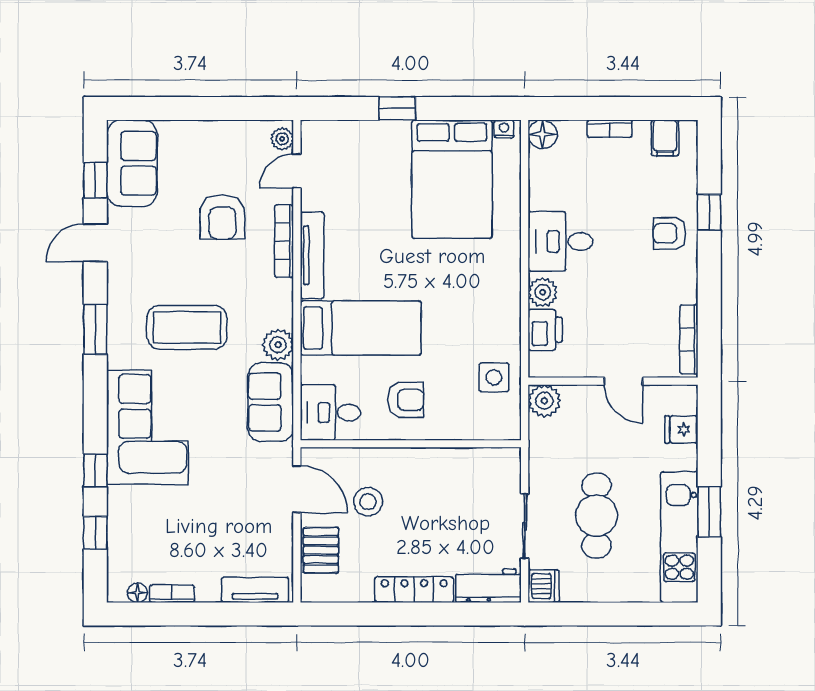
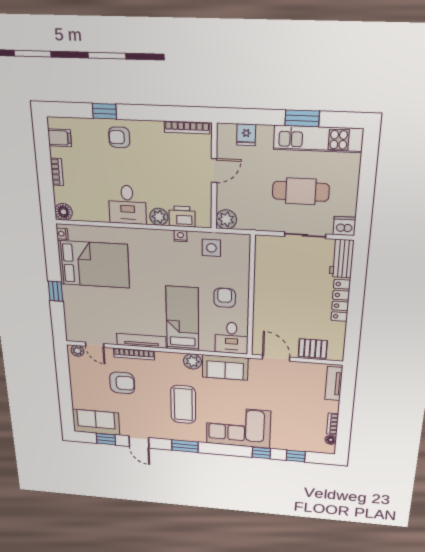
armchair: (670, 233) -> (119, 137), turned 90
nightstand: (512, 327) -> (181, 236), added
door: (297, 489) -> (276, 358), hinge flipped
stool: (368, 502) -> (285, 322), removed

